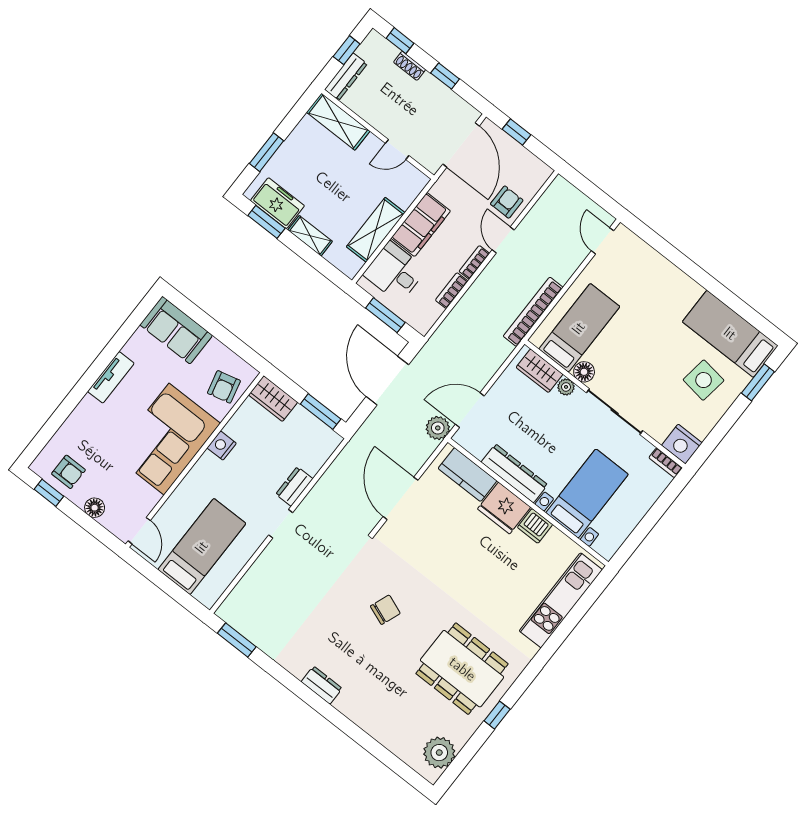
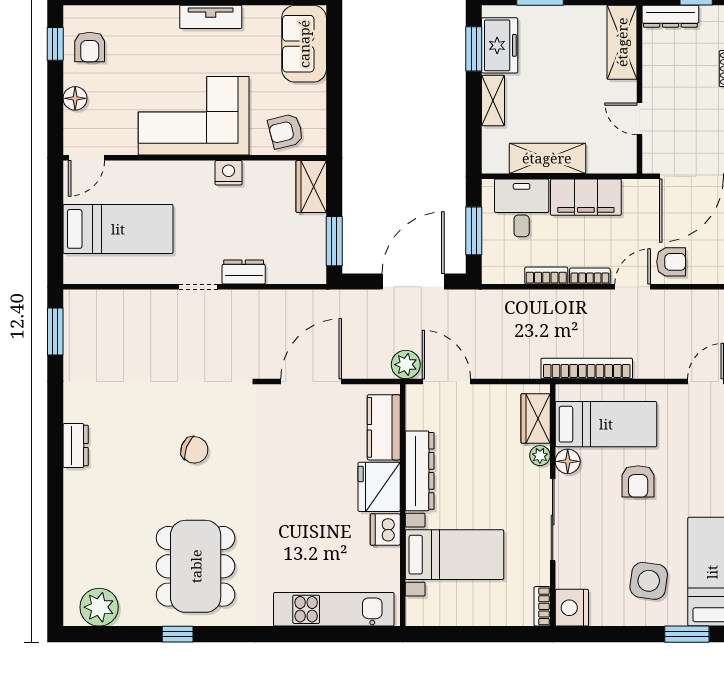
armchair: (633, 336) -> (638, 481), added

